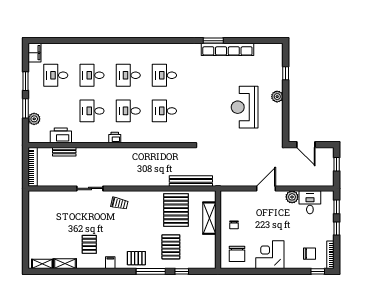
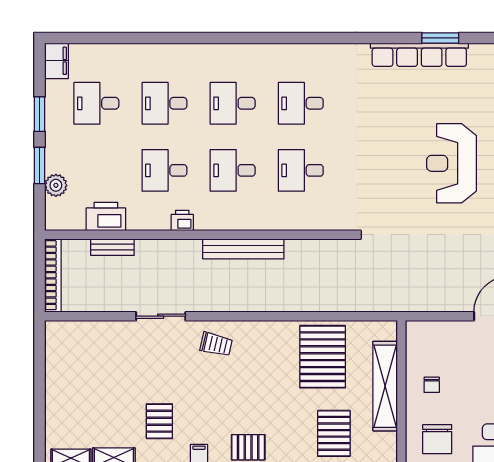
window: (213, 41) -> (440, 38), moved
printer: (115, 138) -> (182, 220), moved
bench: (191, 181) -> (243, 249), moved
shelving: (209, 218) -> (385, 386), width x1.47
pallet: (171, 247) -> (334, 433), moved

